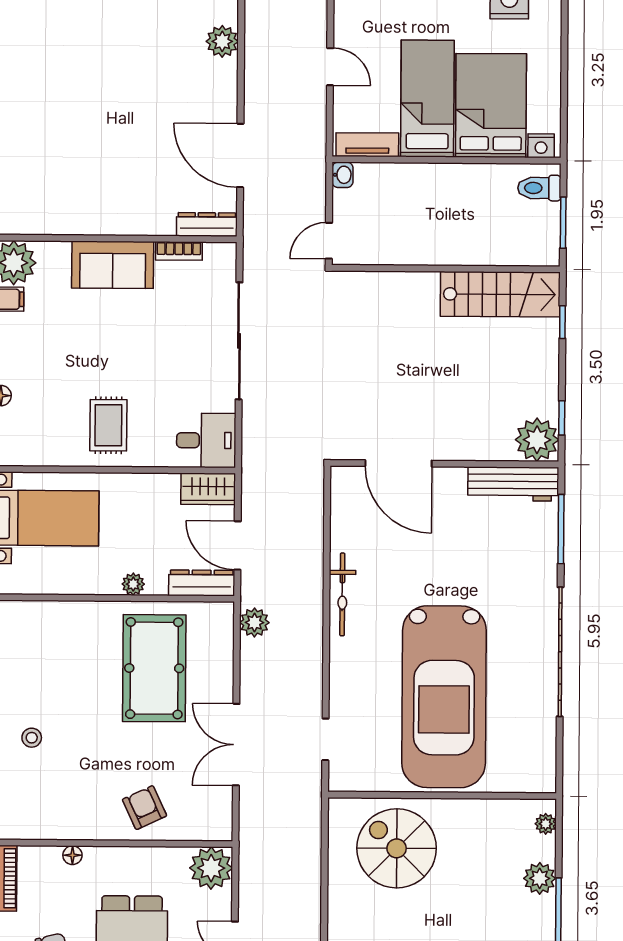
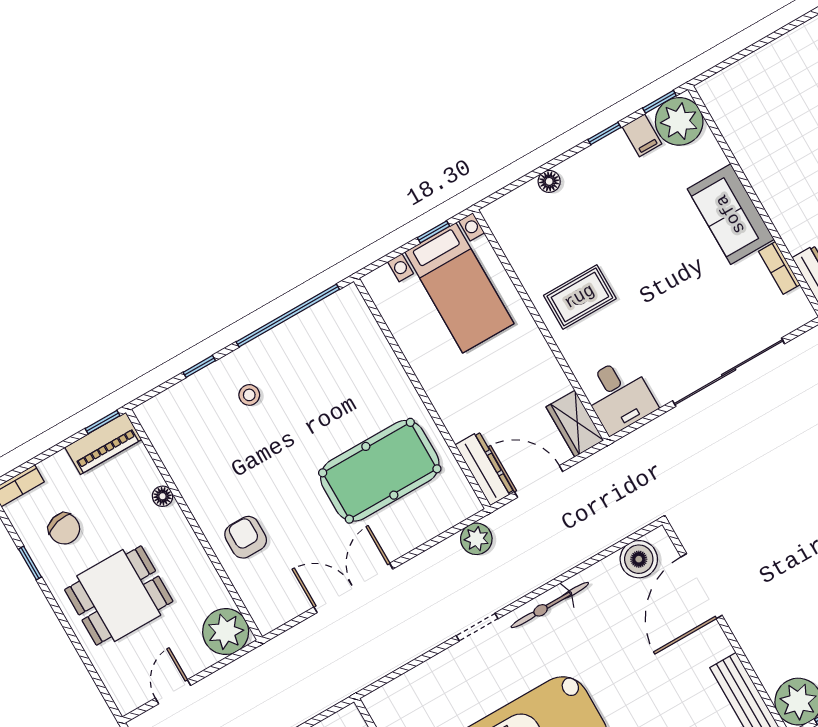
boiler: (347, 501) -> (639, 559), added
door: (238, 545) -> (538, 482), hinge flipped
plant: (133, 584) -> (446, 406), removed
doorway: (325, 739) -> (477, 627), moved
armchair: (145, 808) -> (246, 537), turned -65

